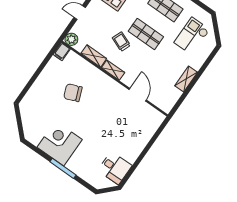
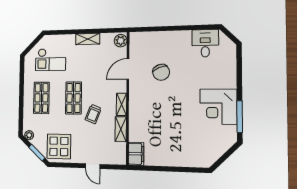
plant: (71, 39) -> (121, 41), moved
filing cabinet: (62, 52) -> (136, 154), width x2.00
chair: (73, 93) -> (161, 72), moved
window: (63, 168) -> (240, 117), moved

